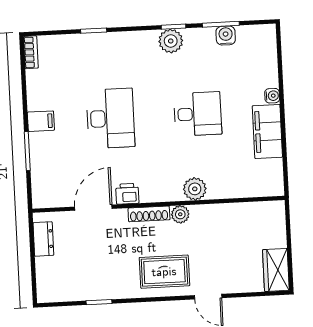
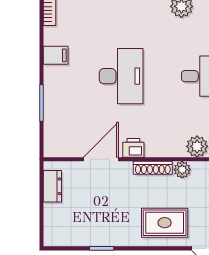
filing cabinet: (41, 121) -> (56, 55), moved

